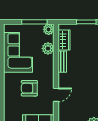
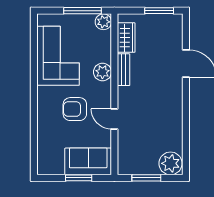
plant: (48, 48) -> (102, 72), moved
door: (56, 95) -> (114, 119), swing flipped

